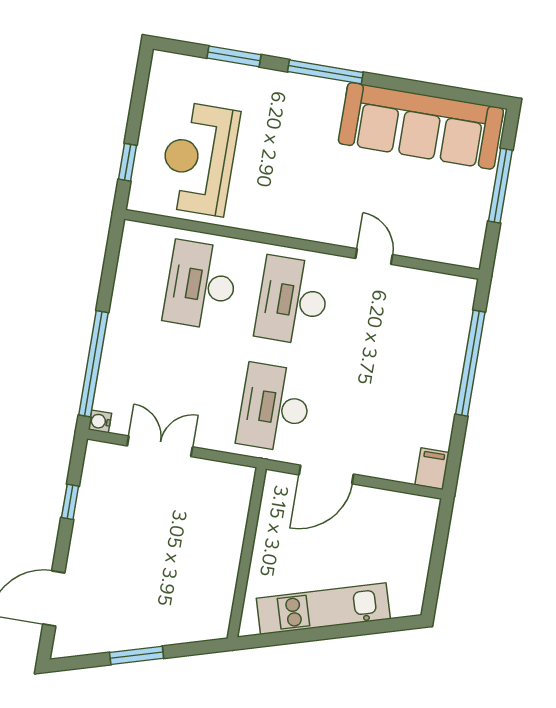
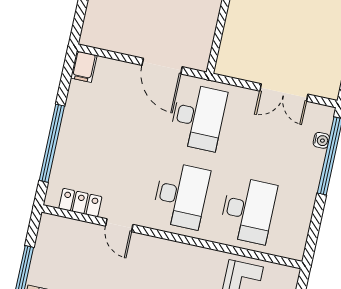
locker: (428, 285) -> (80, 203), added
water cooler: (100, 421) -> (321, 140), moved
door: (326, 474) -> (162, 66), swing flipped

